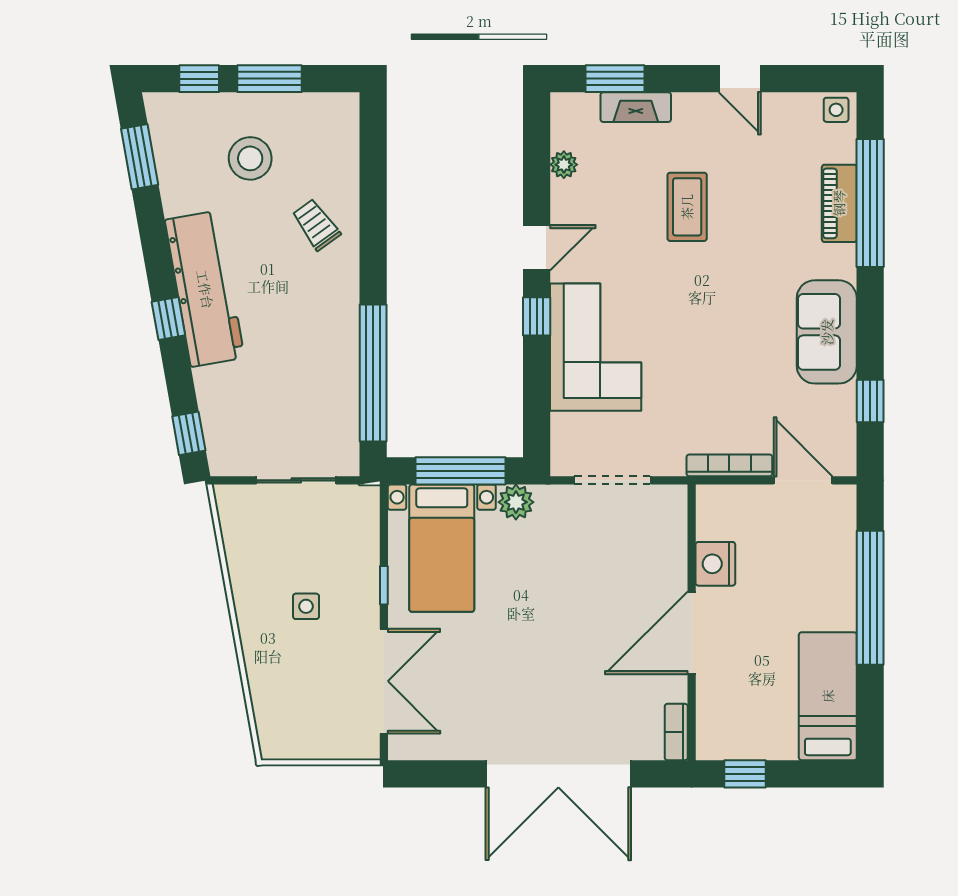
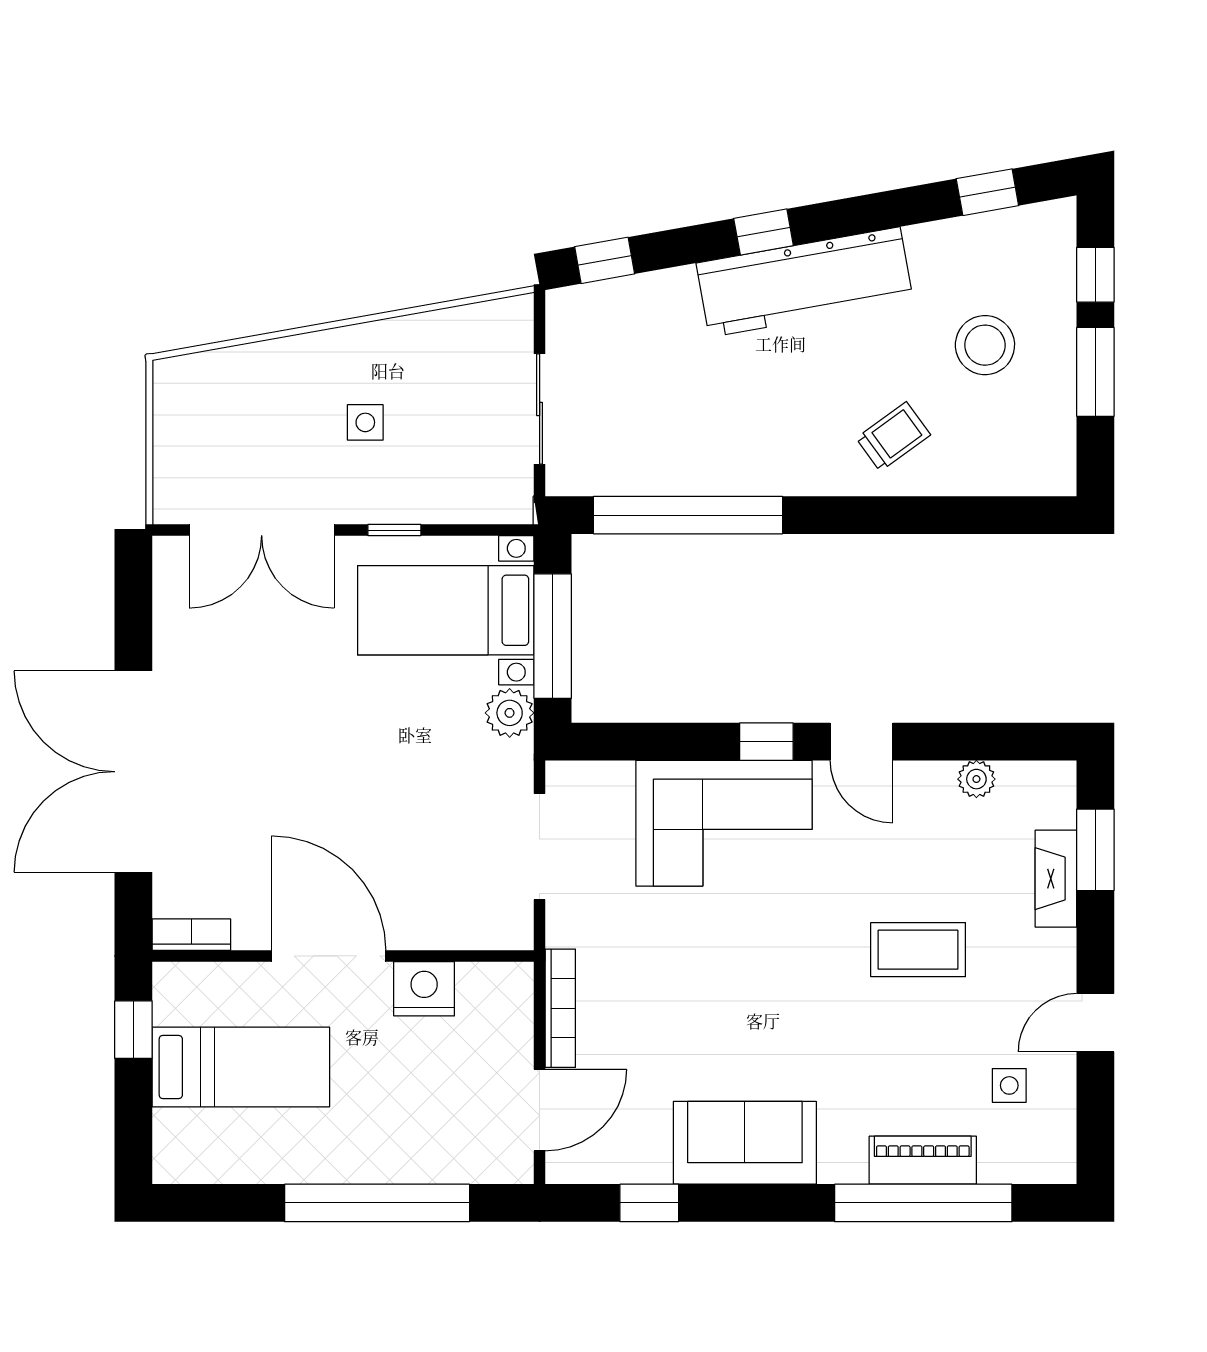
side table: (836, 110) -> (1009, 1085), moved
window: (140, 157) -> (987, 192), width x0.67
bed: (828, 696) -> (241, 1067), moved

